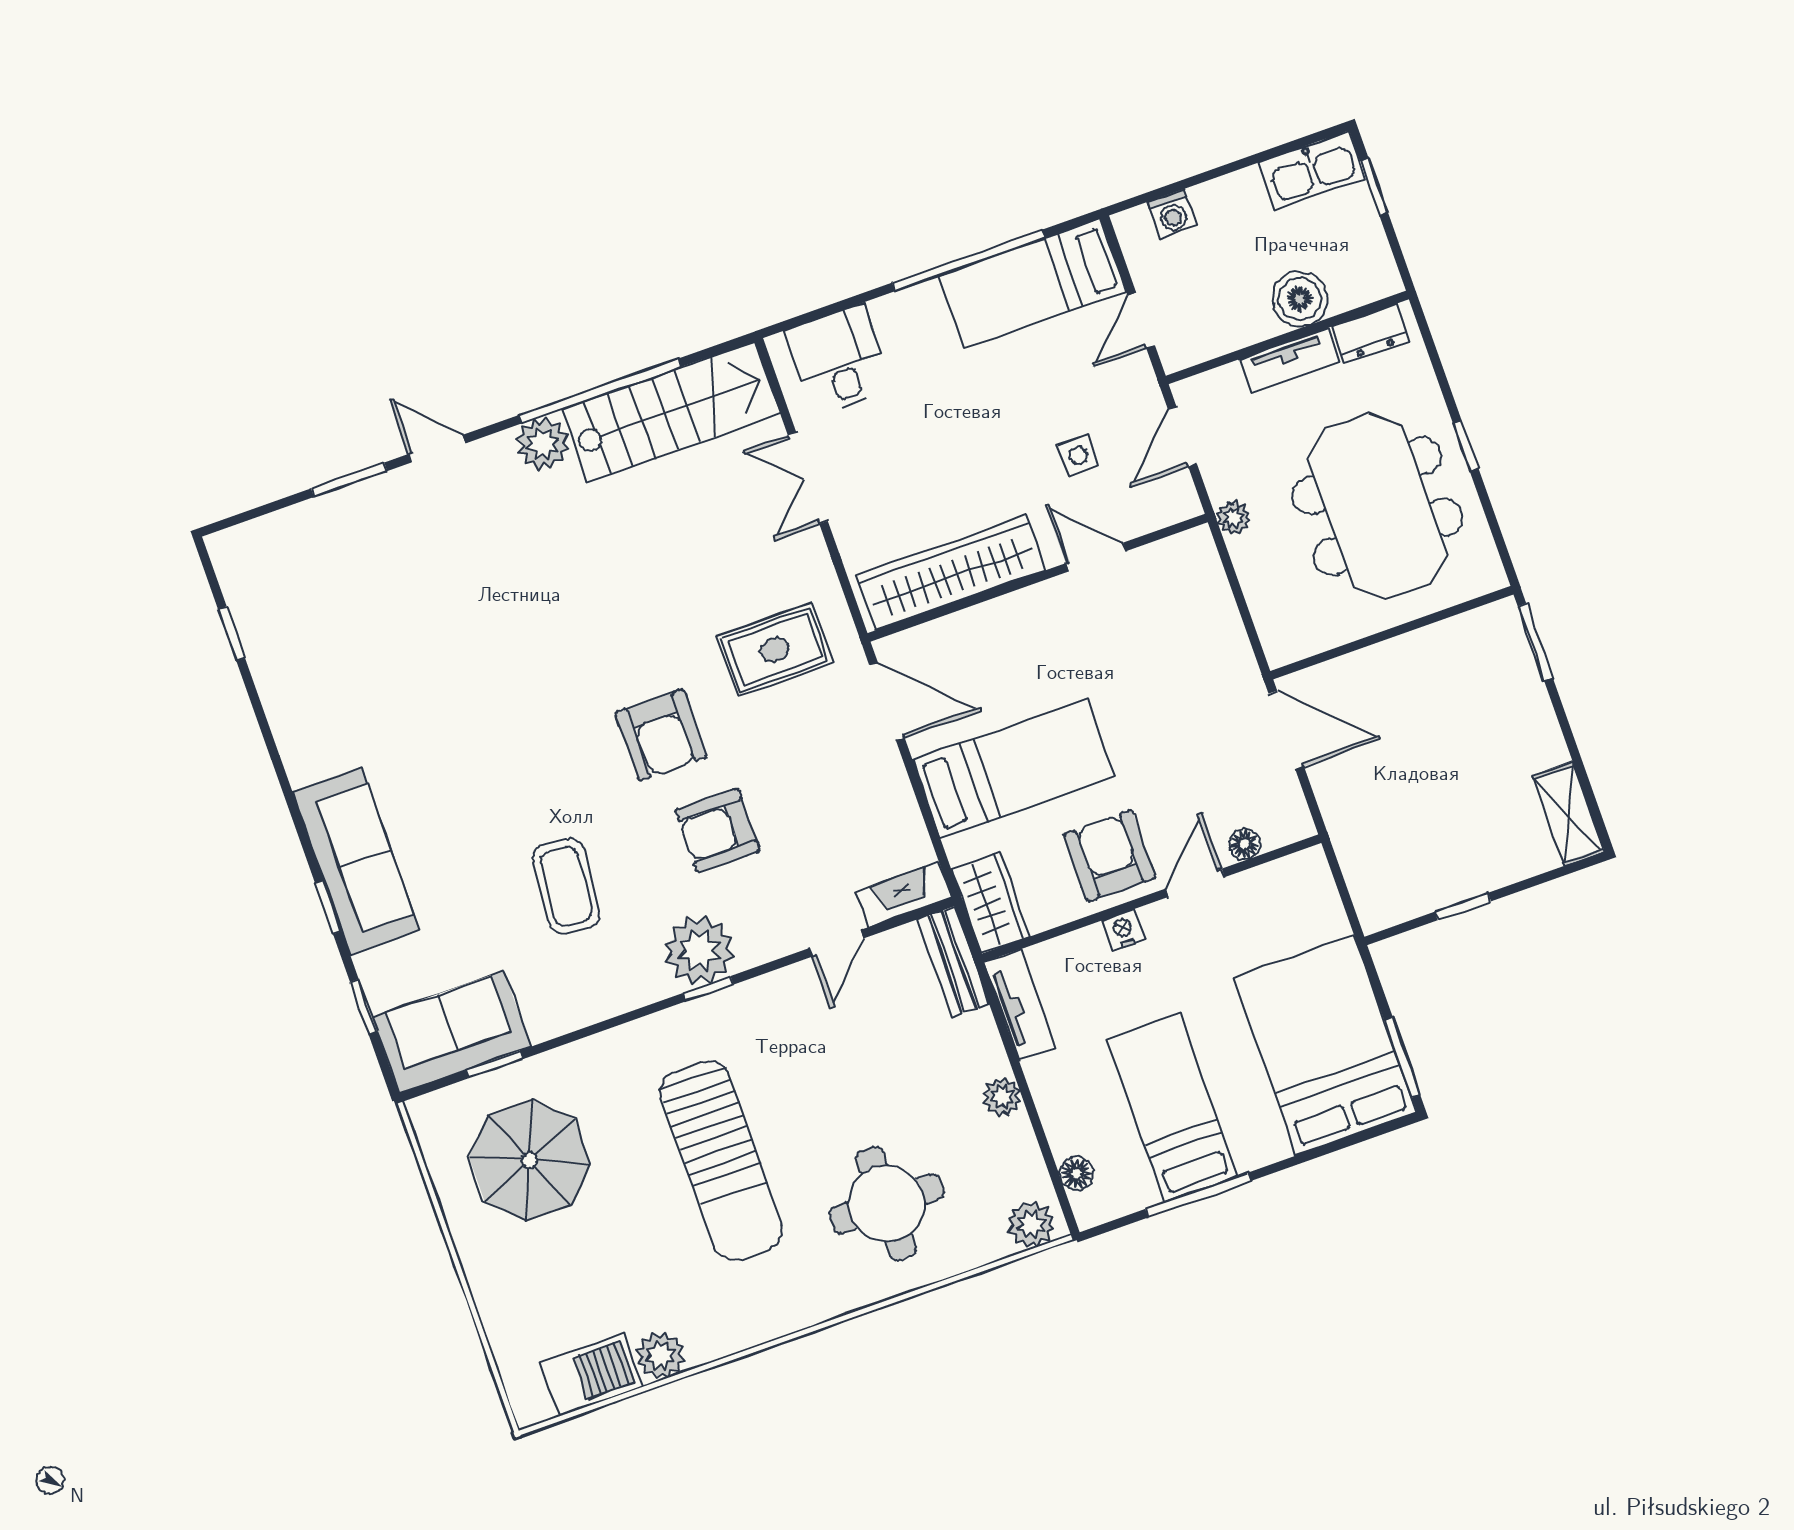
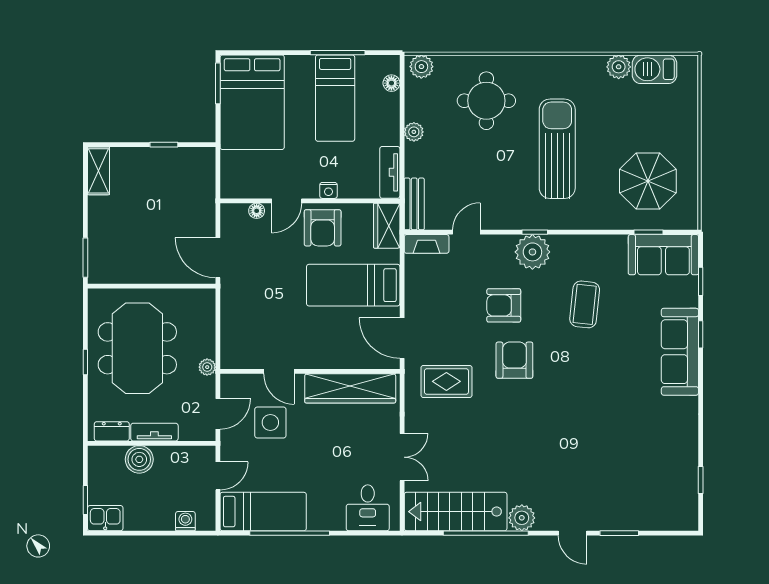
kitchen sink: (1312, 170) -> (105, 518), width x0.73
side table: (1078, 456) -> (270, 422), width x1.87, depth x1.87
armchair: (718, 831) -> (504, 305), turned 180

